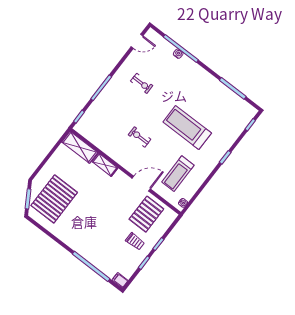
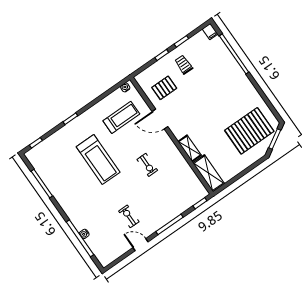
door: (137, 41) -> (141, 245), moved
pallet: (146, 214) -> (164, 88), width x0.67, depth x0.71

